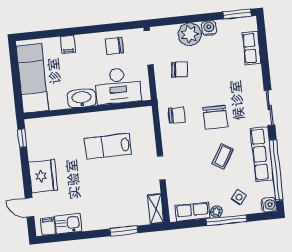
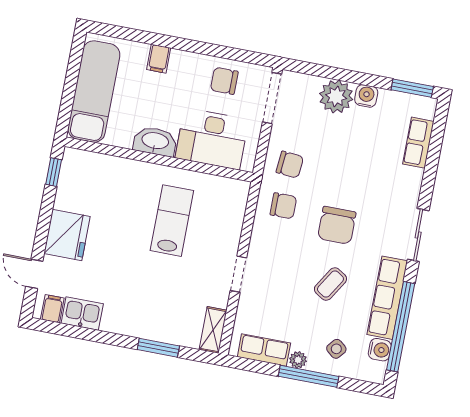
chair: (180, 70) -> (290, 165), moved
lab bench: (108, 146) -> (172, 221), turned 90
water cooler: (269, 205) -> (380, 350), moved

